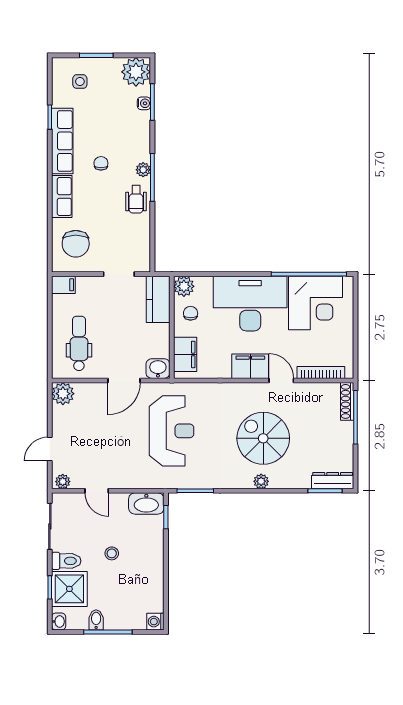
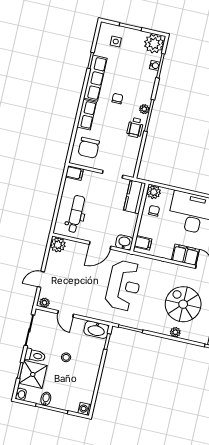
filing cabinet: (185, 354) -> (143, 243), width x0.50

